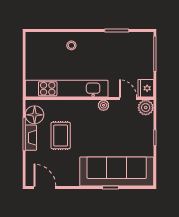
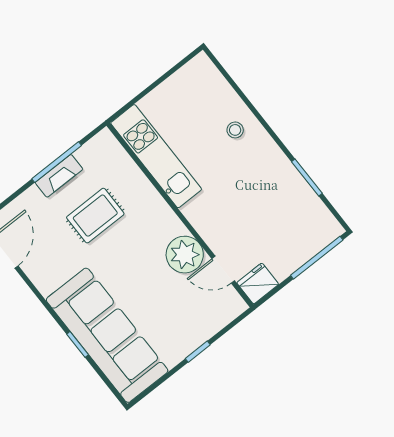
kitchen unit: (67, 89) -> (156, 156), width x0.73
door: (128, 99) -> (223, 270), swing flipped
plant: (103, 105) -> (185, 255), width x1.87, depth x1.87
plant: (146, 108) -> (230, 305), removed
floor lamp: (35, 115) -> (96, 155), removed

